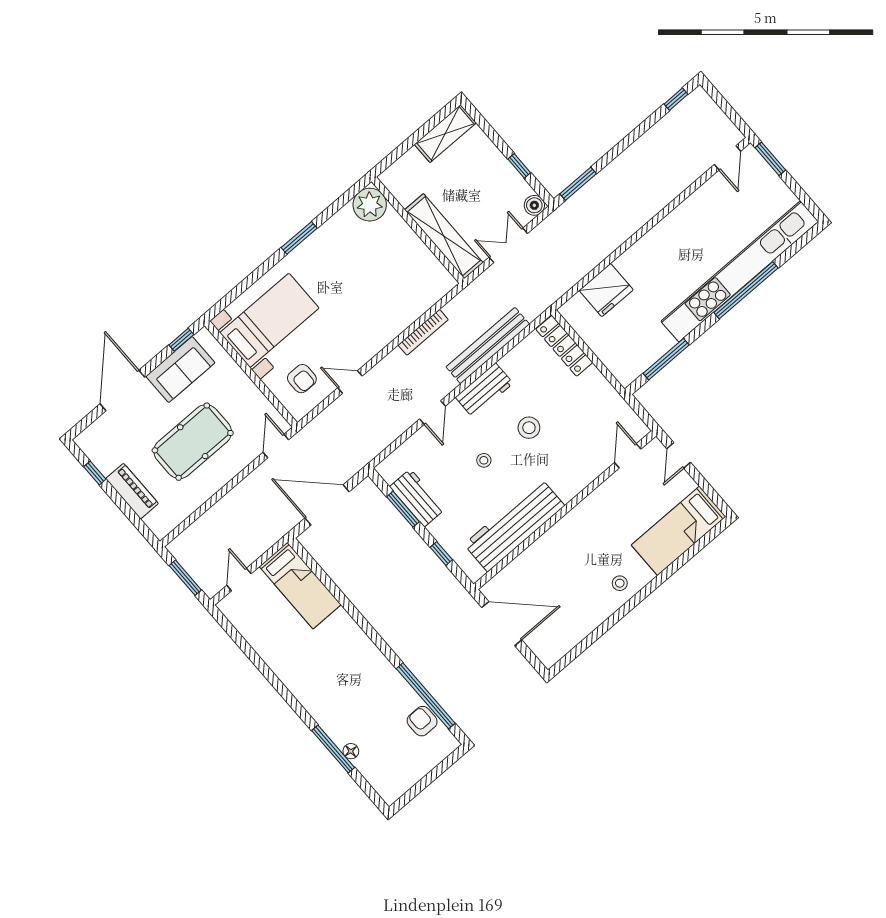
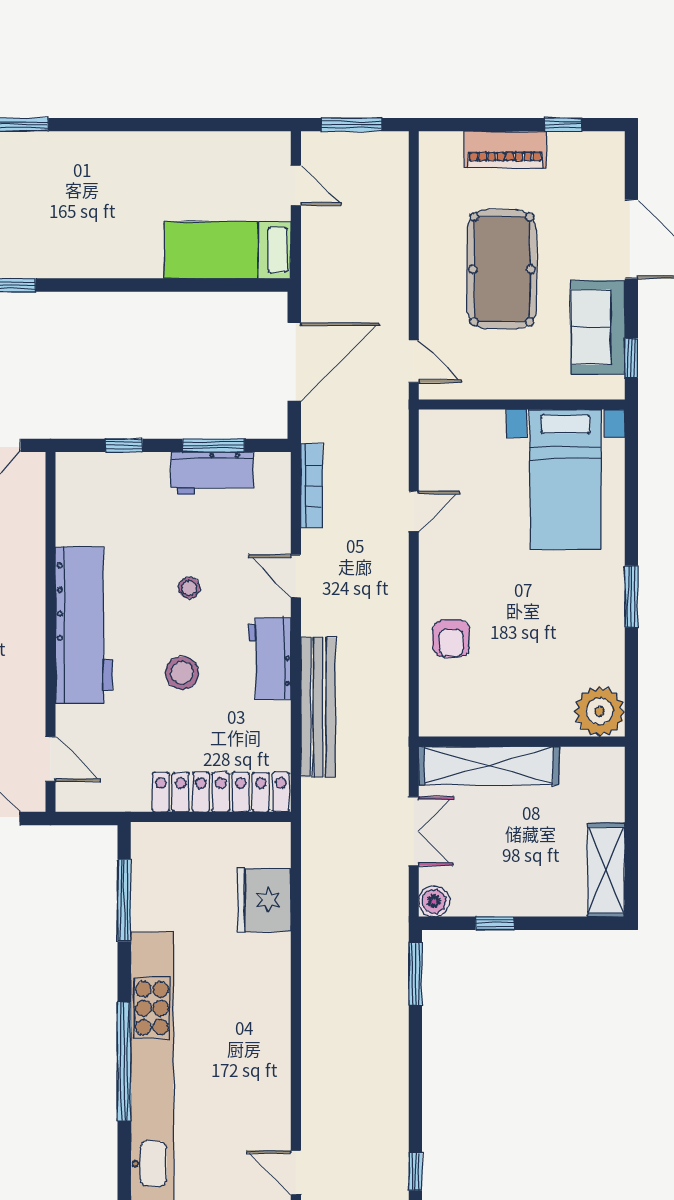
bookcase: (423, 332) -> (312, 486), moved, turned 180
locker: (564, 346) -> (221, 792), width x1.41, depth x1.21
armchair: (302, 379) -> (451, 638), moved, turned -90
workbench: (514, 525) -> (84, 625), moved

